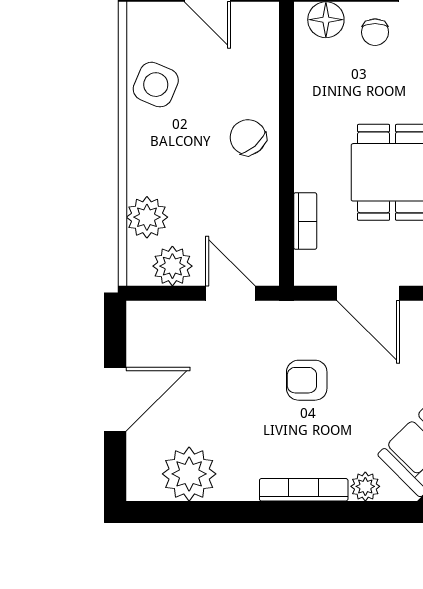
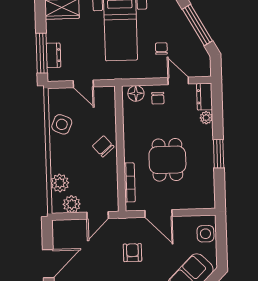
bookcase: (305, 221) -> (130, 182), width x1.56
door: (230, 293) -> (98, 215), swing flipped
armchair: (307, 380) -> (132, 253), turned 90

